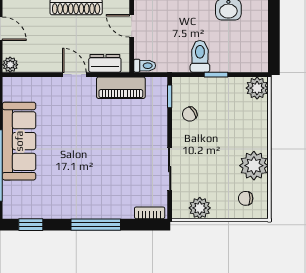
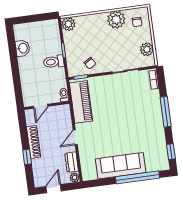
dresser: (105, 63) -> (72, 162), moved
piano: (121, 88) -> (81, 102), width x1.37, depth x1.33

